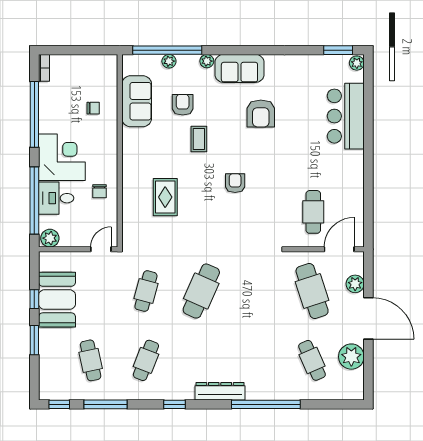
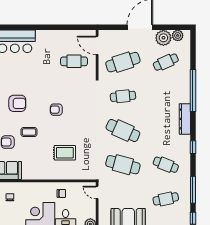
armchair: (261, 113) -> (17, 103), moved
plant: (355, 284) -> (178, 35), moved
cafe table: (146, 291) -> (123, 165), width x1.37, depth x1.35
cafe table: (257, 291) -> (123, 96), added

